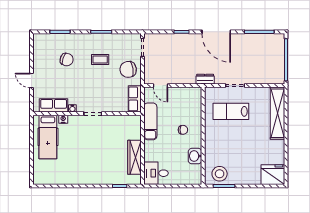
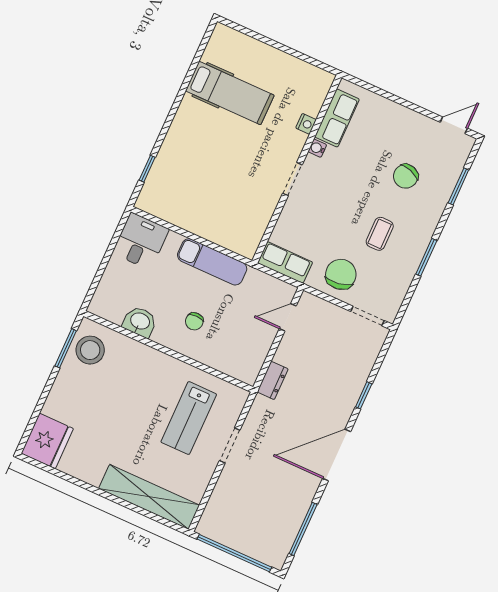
dresser: (205, 79) -> (273, 380), moved
door: (32, 80) -> (454, 125), moved
lab bench: (231, 111) -> (189, 418), turned 180
exam couch: (150, 121) -> (212, 262), moved
hospital bed: (48, 137) -> (230, 93), moved, turned 180
wardrobe: (134, 157) -> (185, 217), removed

